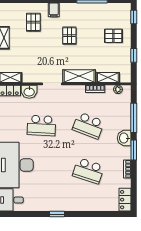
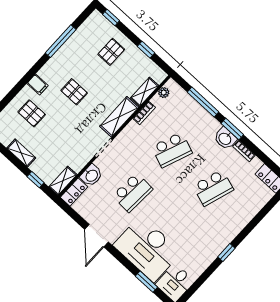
washbasin: (124, 138) -> (225, 138), moved

